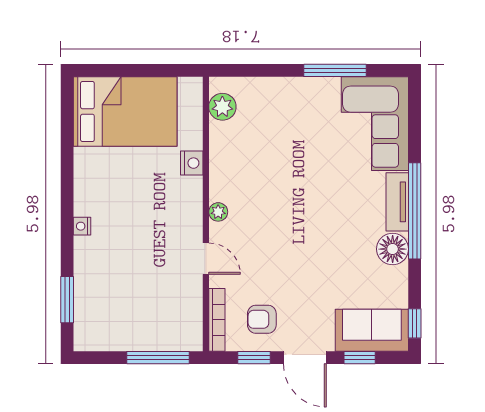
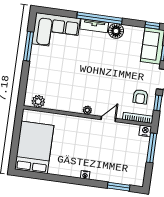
nightstand: (192, 163) -> (145, 131), moved

